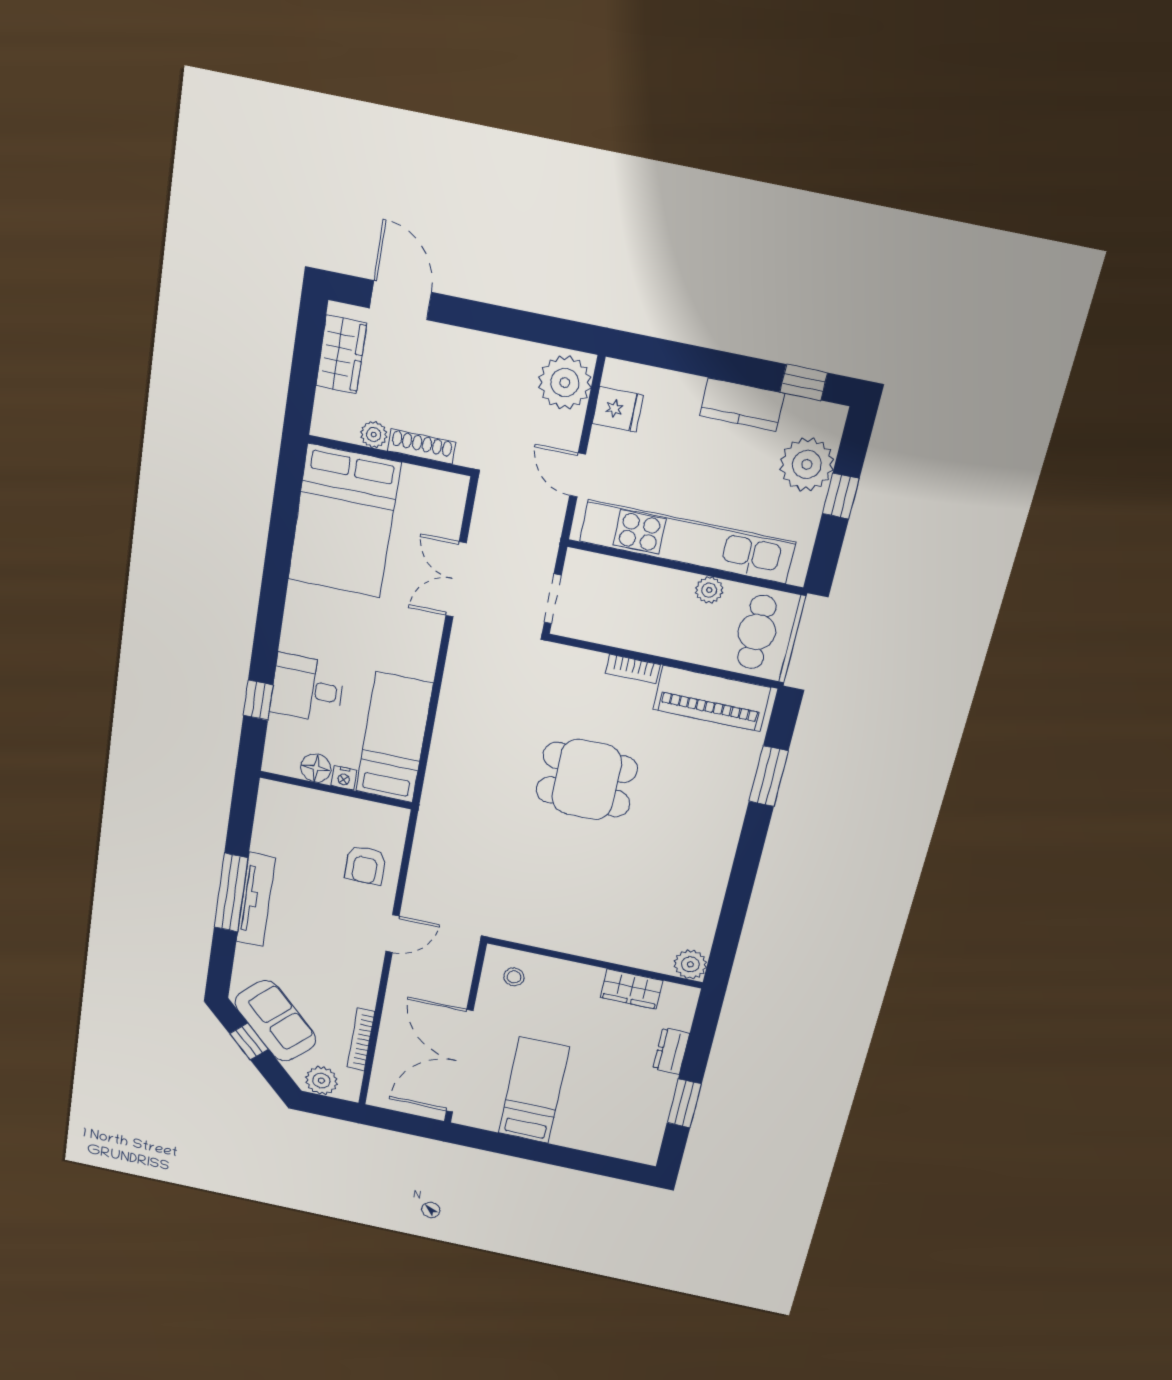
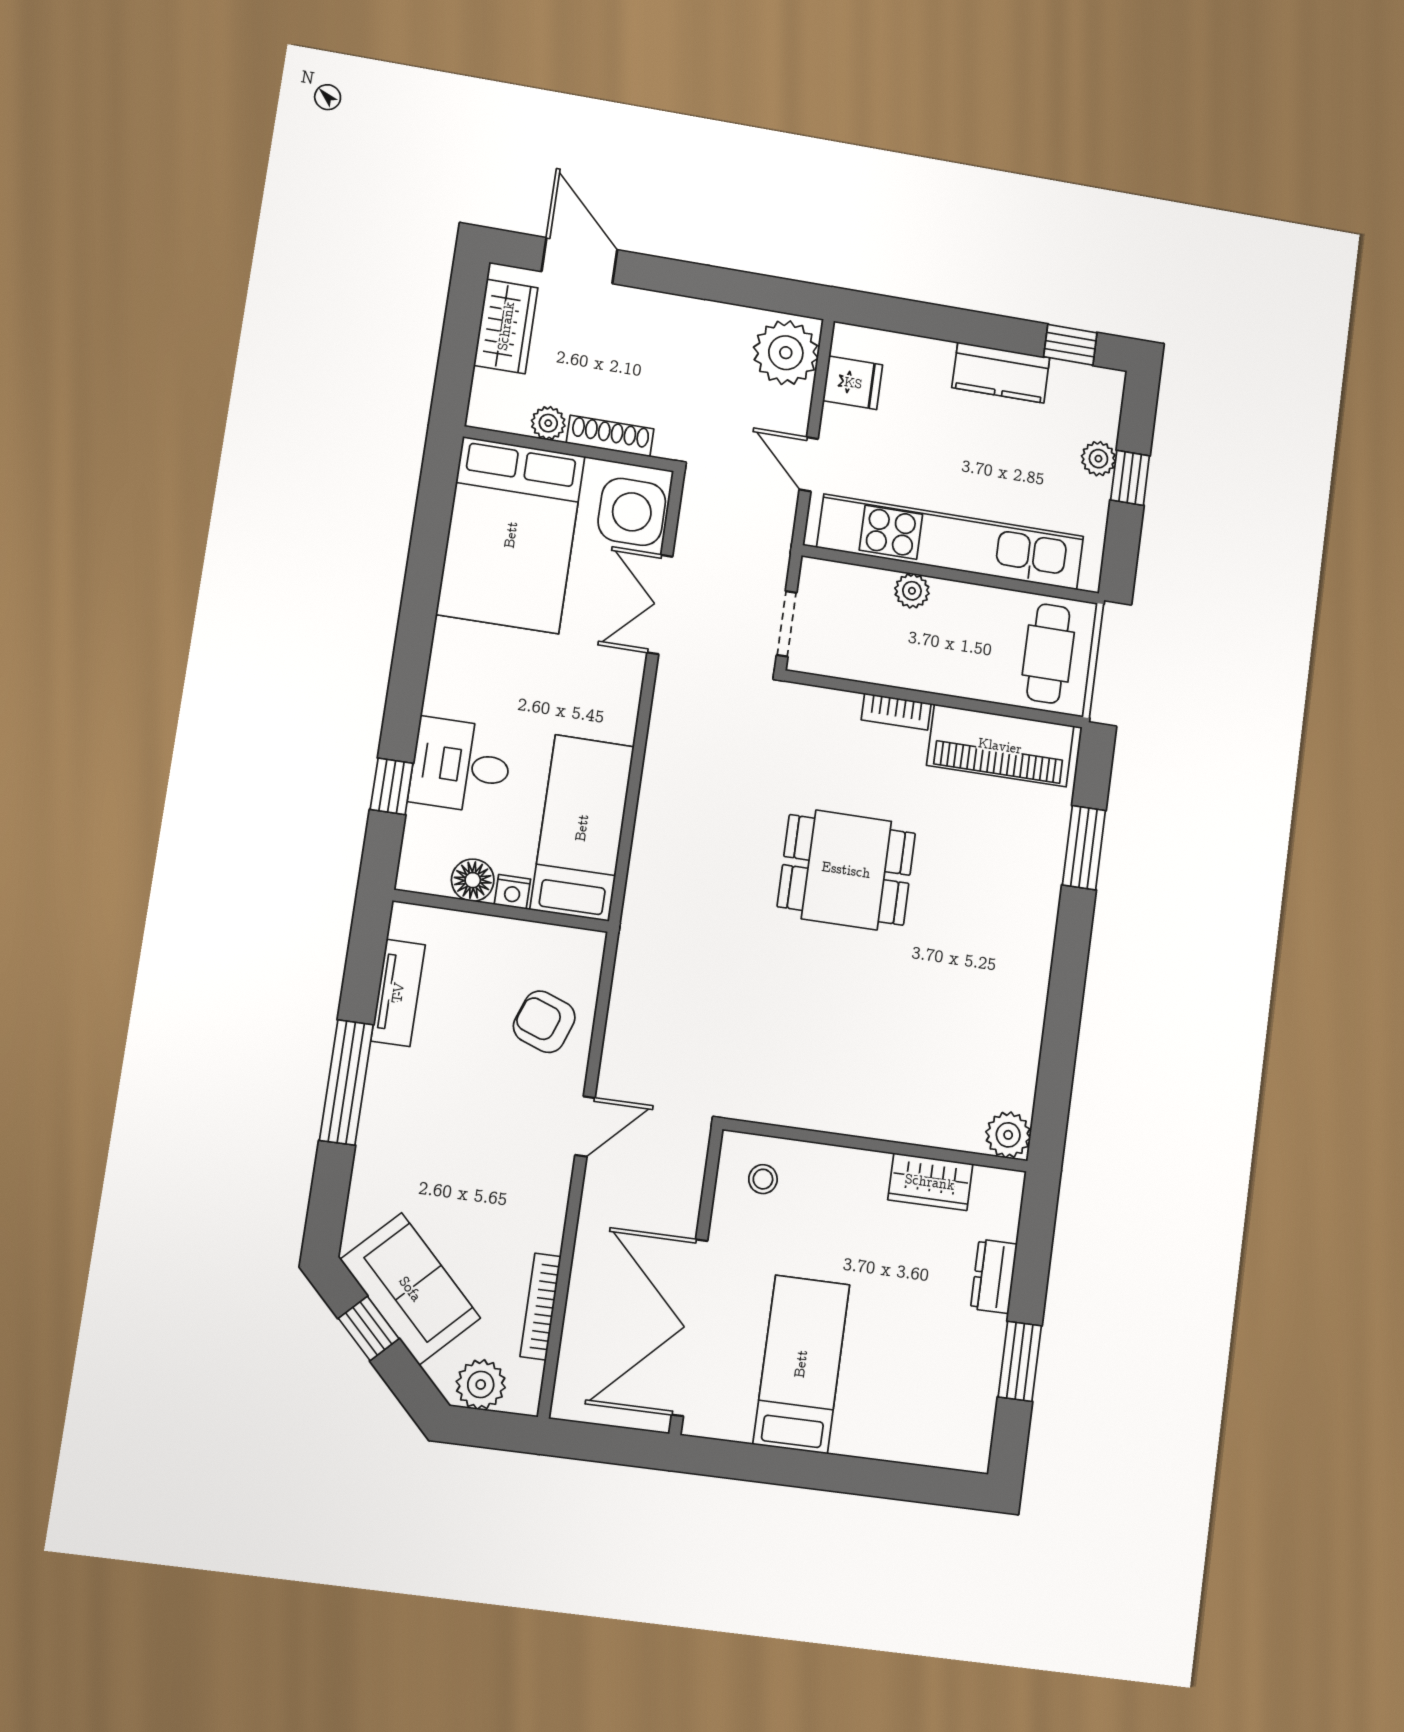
plant: (807, 464) -> (1098, 459), width x0.53, depth x0.53
side table: (437, 507) -> (632, 512), added
plant: (709, 590) -> (912, 591), moved
armchair: (365, 865) -> (544, 1022), turned 110
tv unit: (256, 900) -> (398, 993), moved, width x0.71

